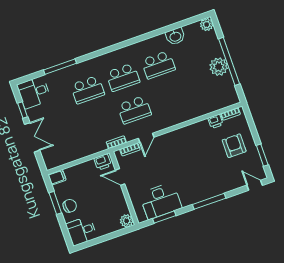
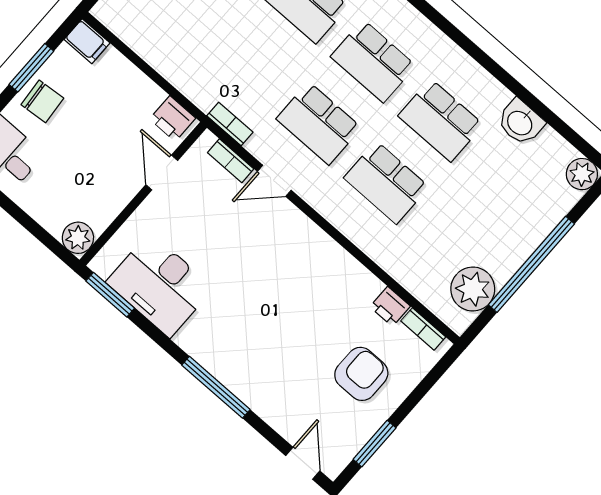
plant: (219, 67) -> (473, 289), moved
school desk: (170, 97) -> (386, 182), added
window: (164, 217) -> (110, 295), moved

